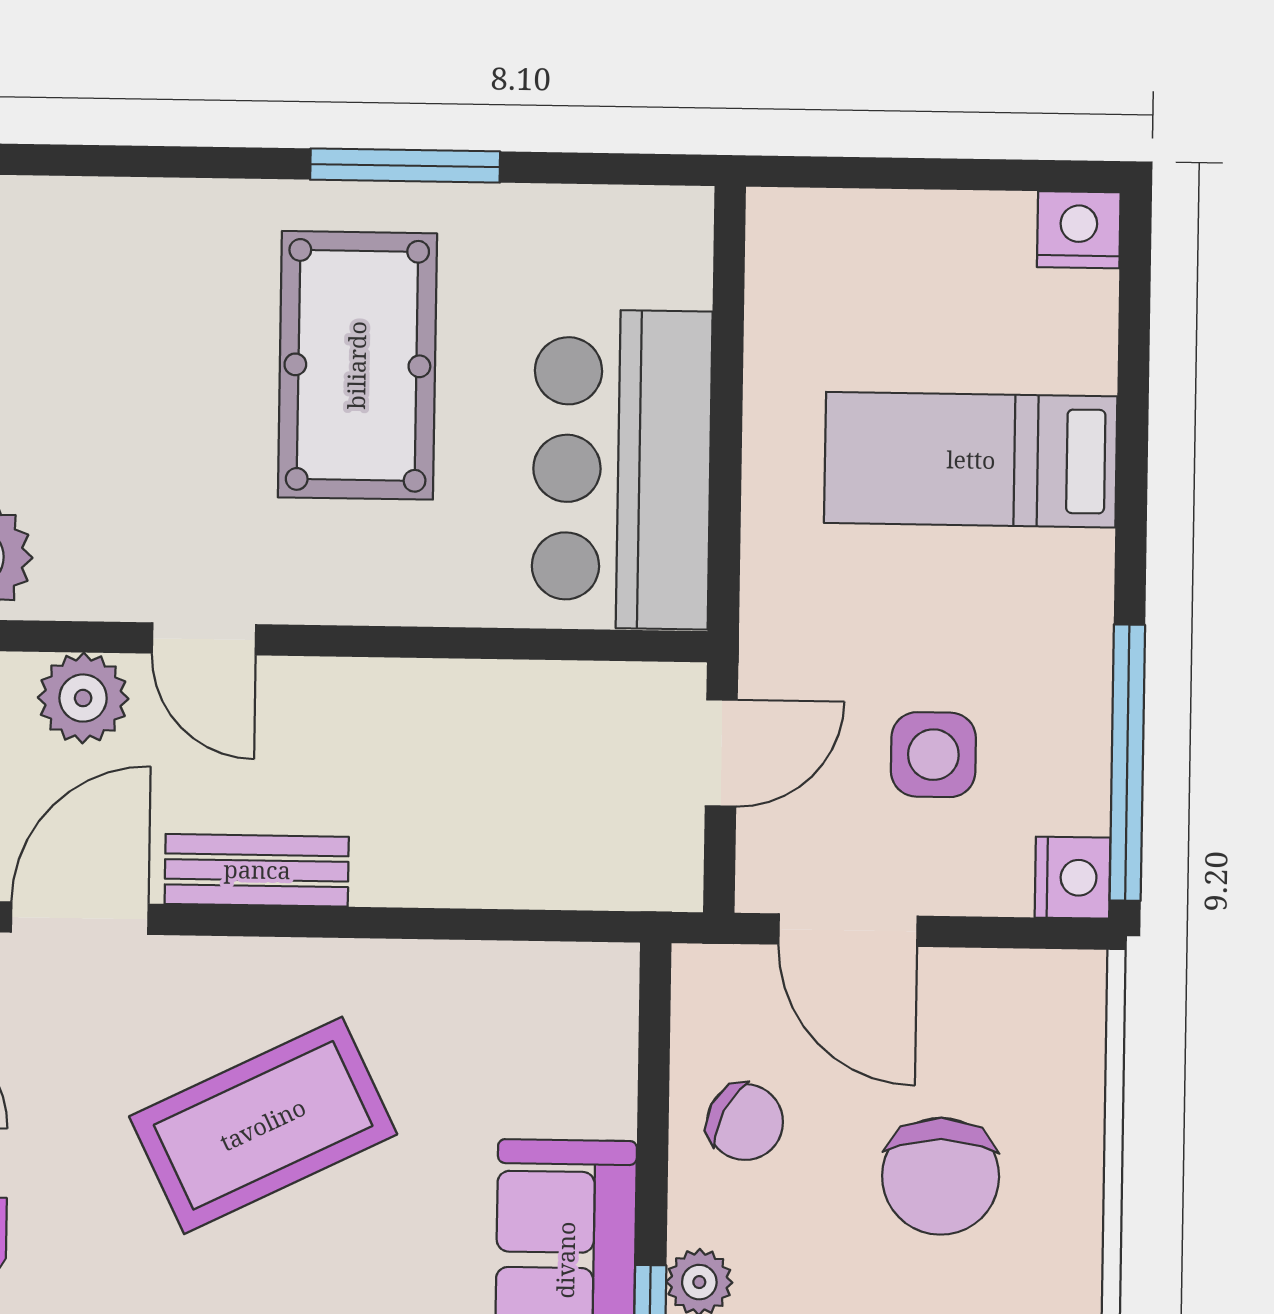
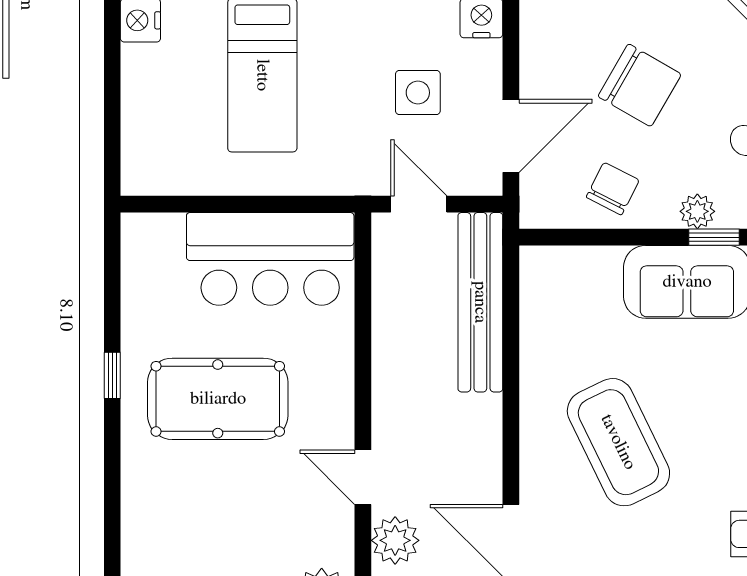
window: (405, 166) -> (112, 375), width x0.46
door: (204, 639) -> (363, 477), swing flipped
bench: (257, 870) -> (480, 302), moved, width x1.86, depth x1.21
chair: (941, 1176) -> (640, 85), turned 30

